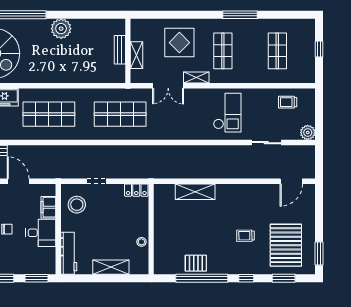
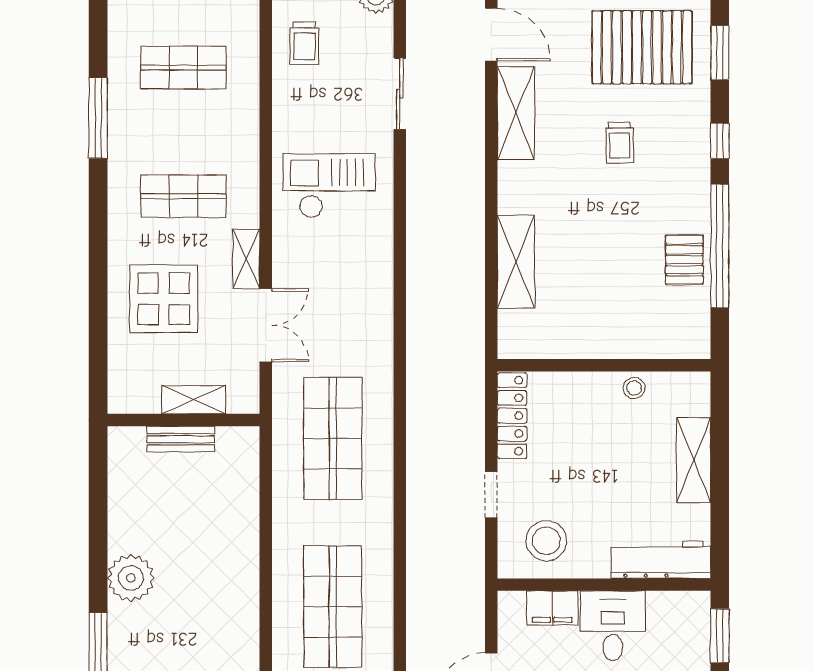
window: (240, 15) -> (98, 118), moved
locker: (136, 190) -> (512, 416), width x1.53
shelving: (258, 192) -> (516, 113), added

